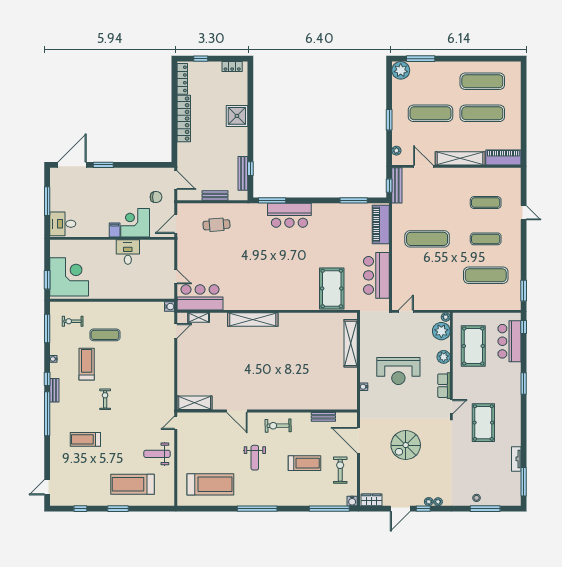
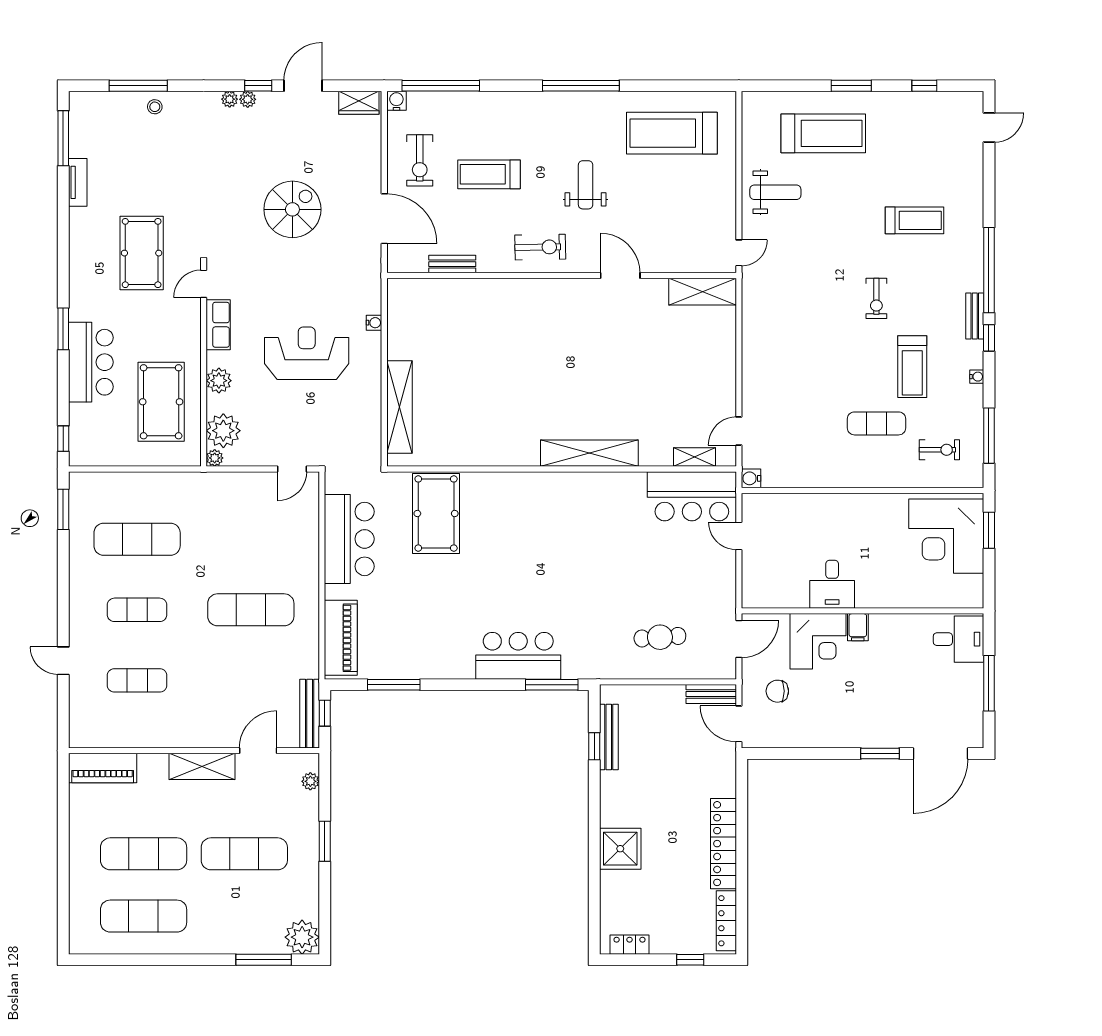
shelving: (460, 158) -> (202, 766), width x0.68
door: (423, 166) -> (258, 751), swing flipped
bench: (215, 196) -> (711, 694), moved
bar counter: (509, 341) -> (91, 362), moved

